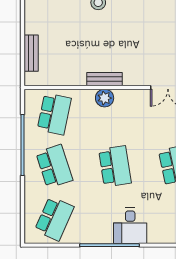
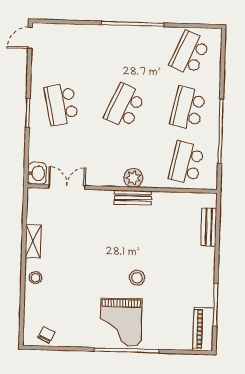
school desk: (54, 166) -> (188, 108), turned 30
school desk: (115, 166) -> (125, 106), turned 33
desk: (130, 226) -> (111, 44), removed

